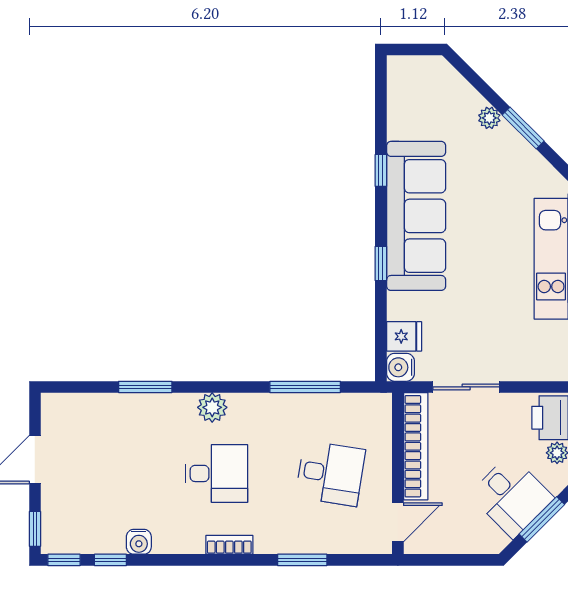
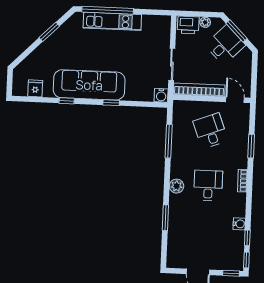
plant: (489, 118) -> (44, 48), removed
fridge: (404, 336) -> (35, 88), moved
desk: (330, 473) -> (210, 131), turned -30

